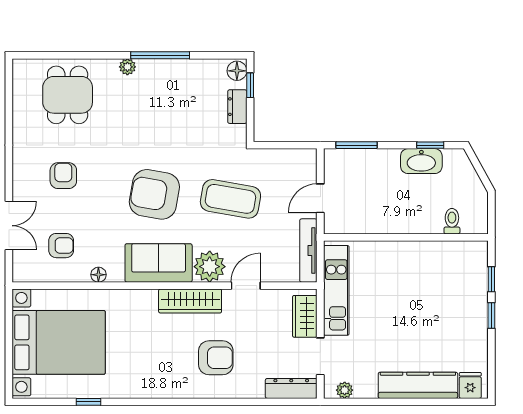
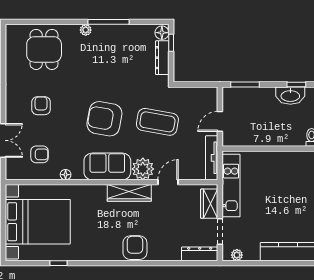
dresser: (237, 107) -> (162, 58), width x1.44
armchair: (216, 358) -> (135, 248), moved, turned -90

